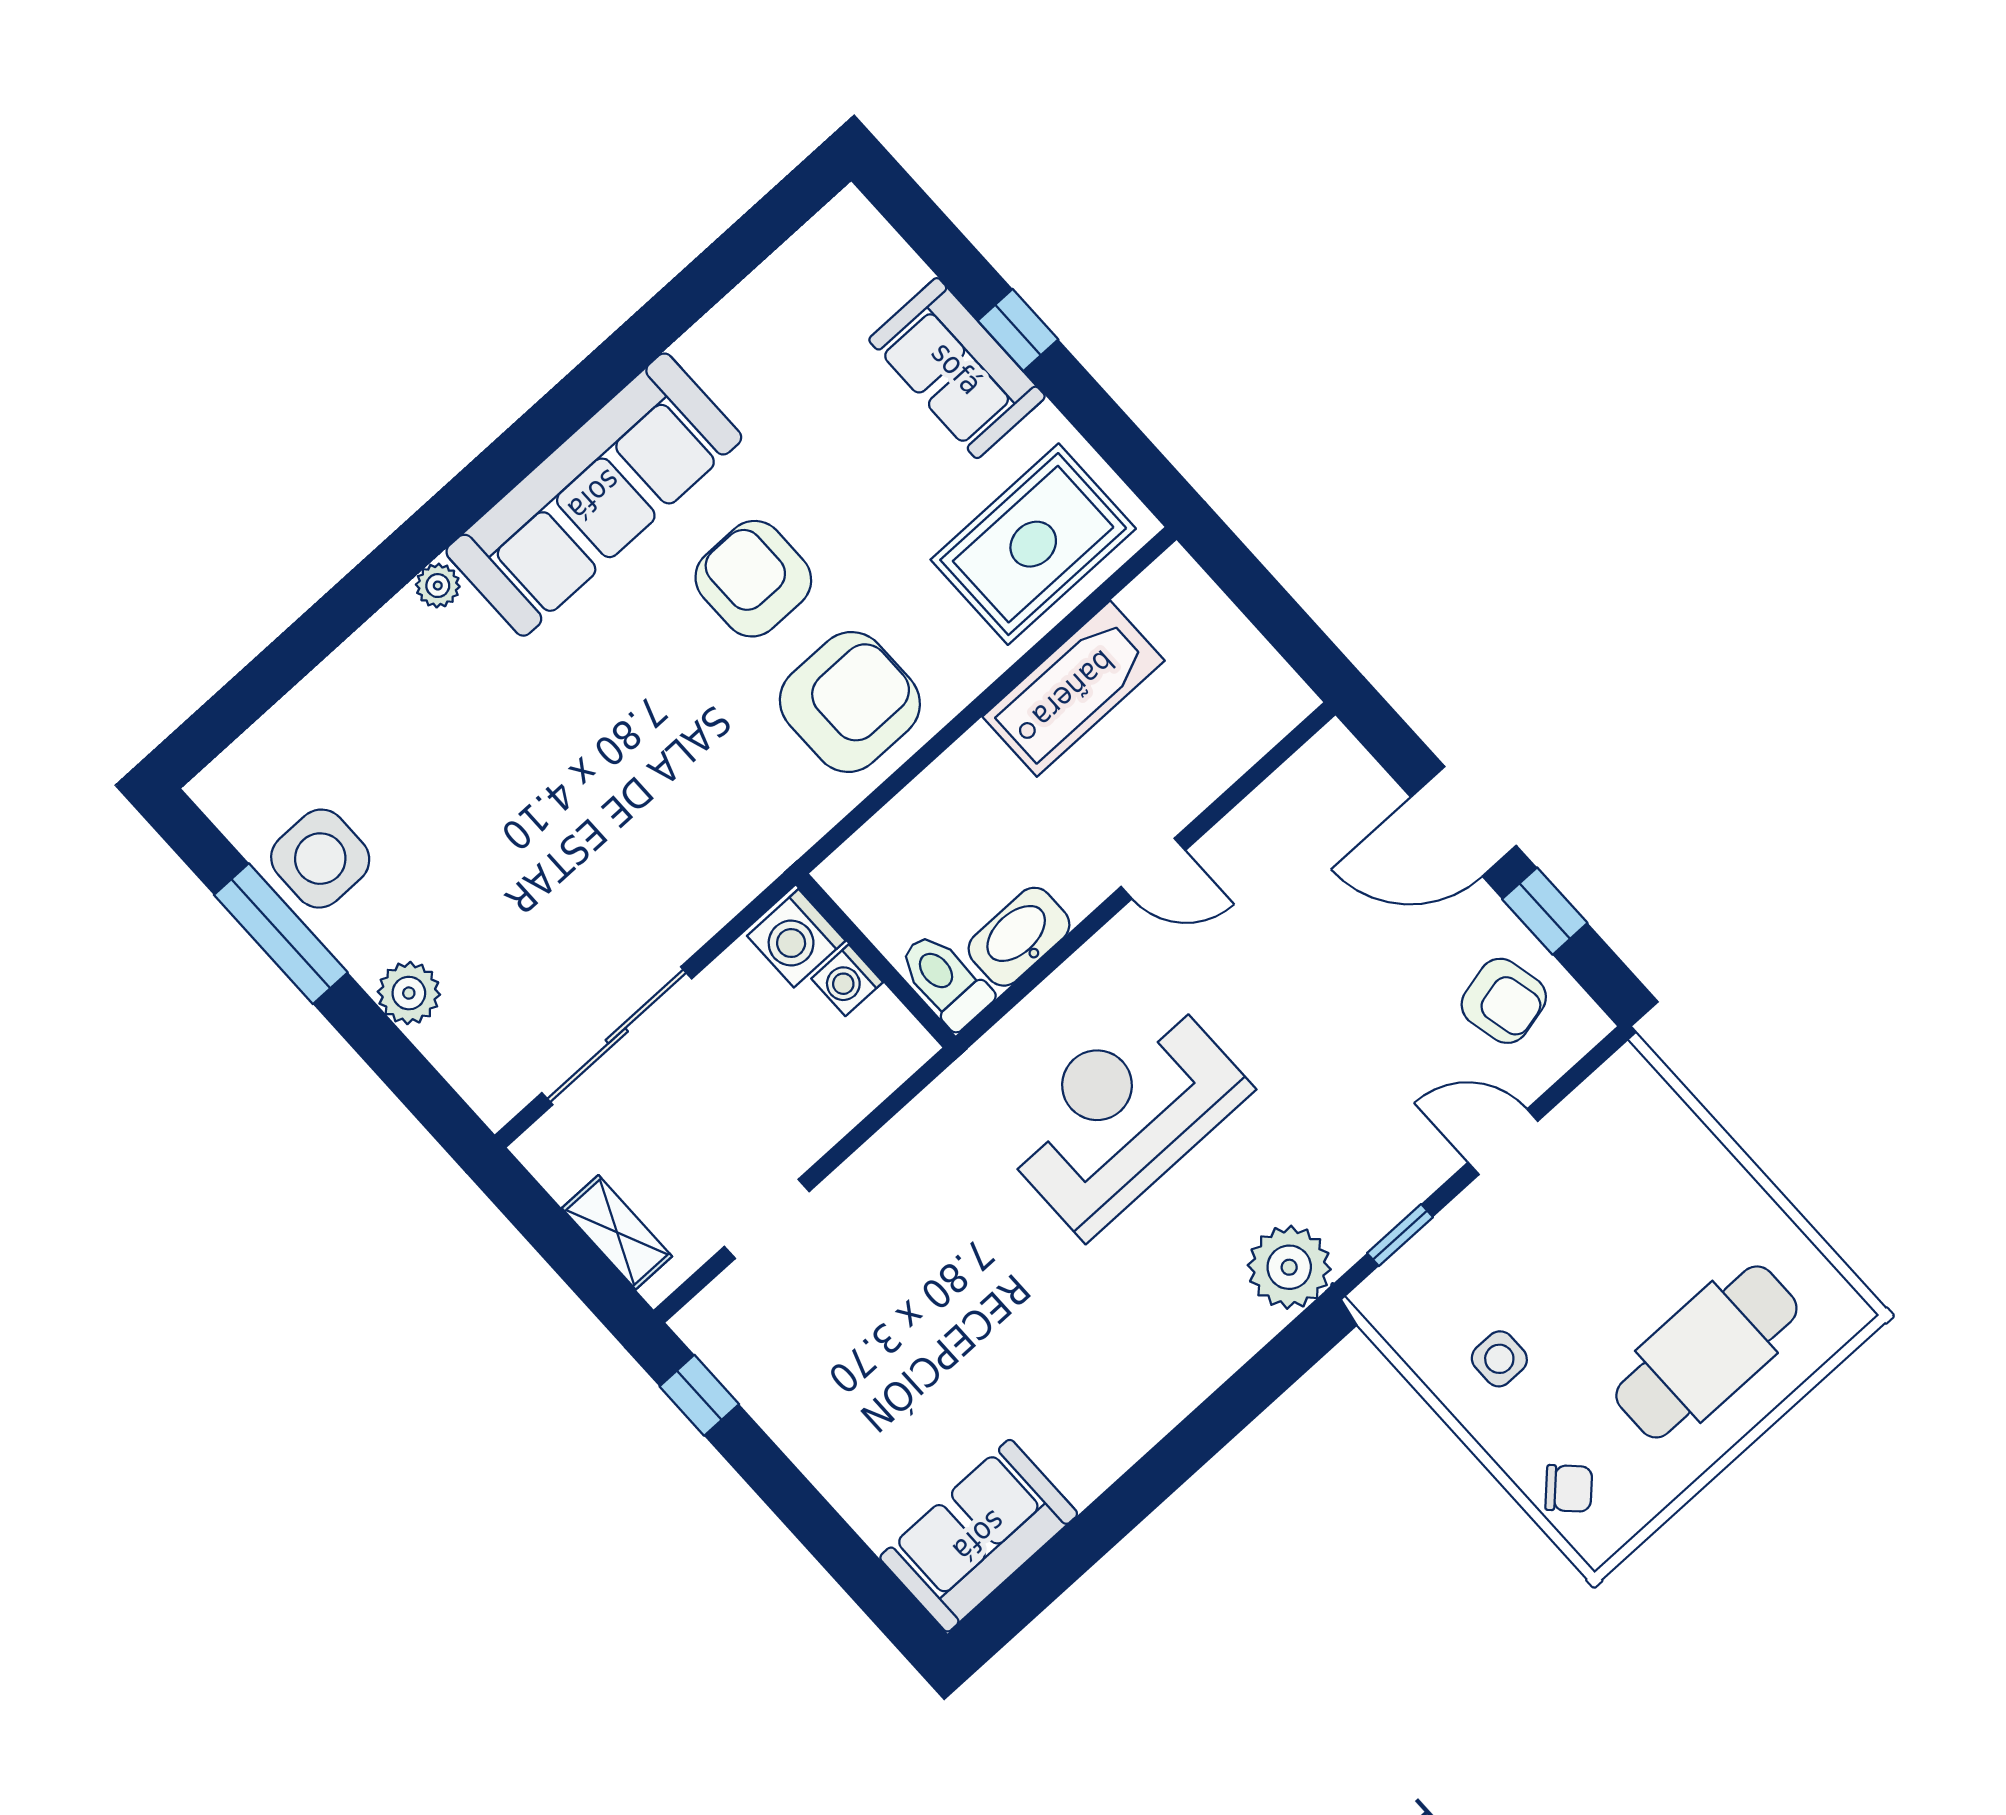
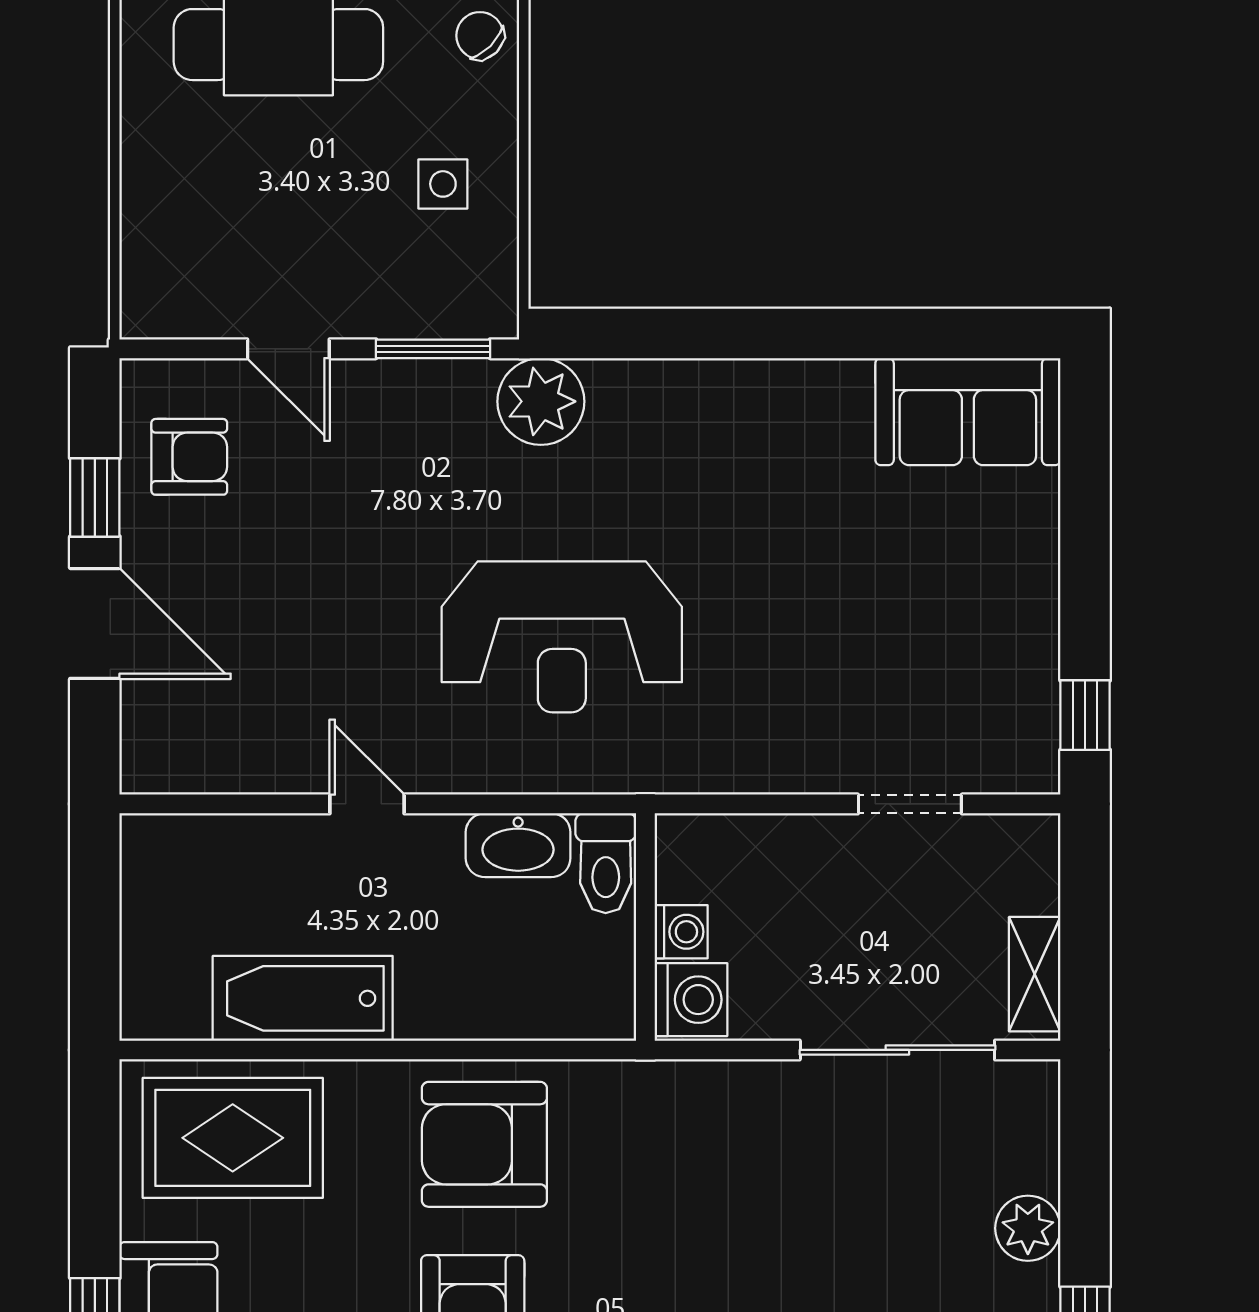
armchair: (1504, 1001) -> (189, 457), turned 103
shelving: (617, 1232) -> (1035, 974), moved
window: (1400, 1235) -> (433, 349), width x1.50

